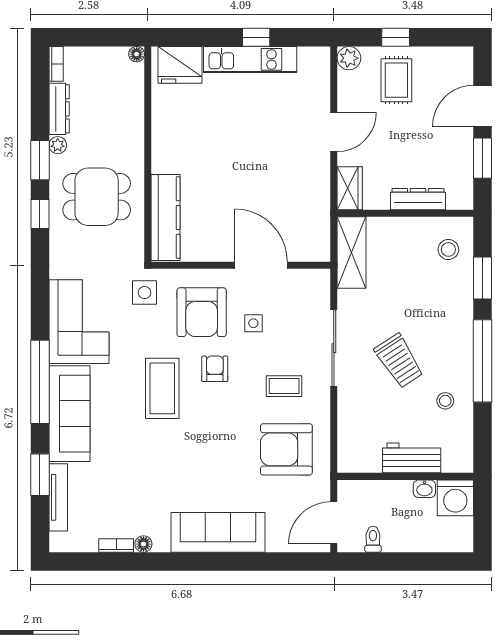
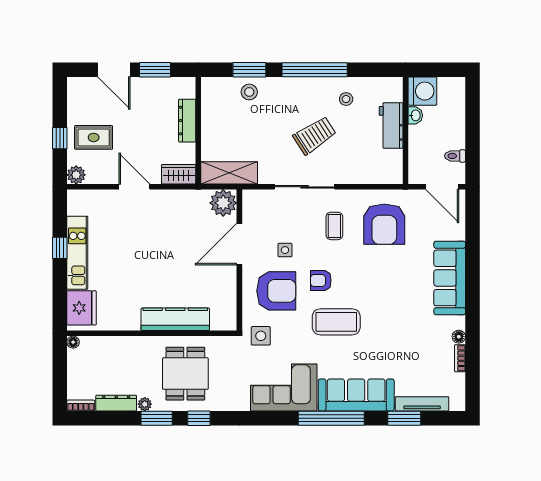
kitchen counter: (166, 217) -> (175, 319), moved
plant: (313, 245) -> (223, 203), added
stool: (448, 250) -> (249, 92), moved

